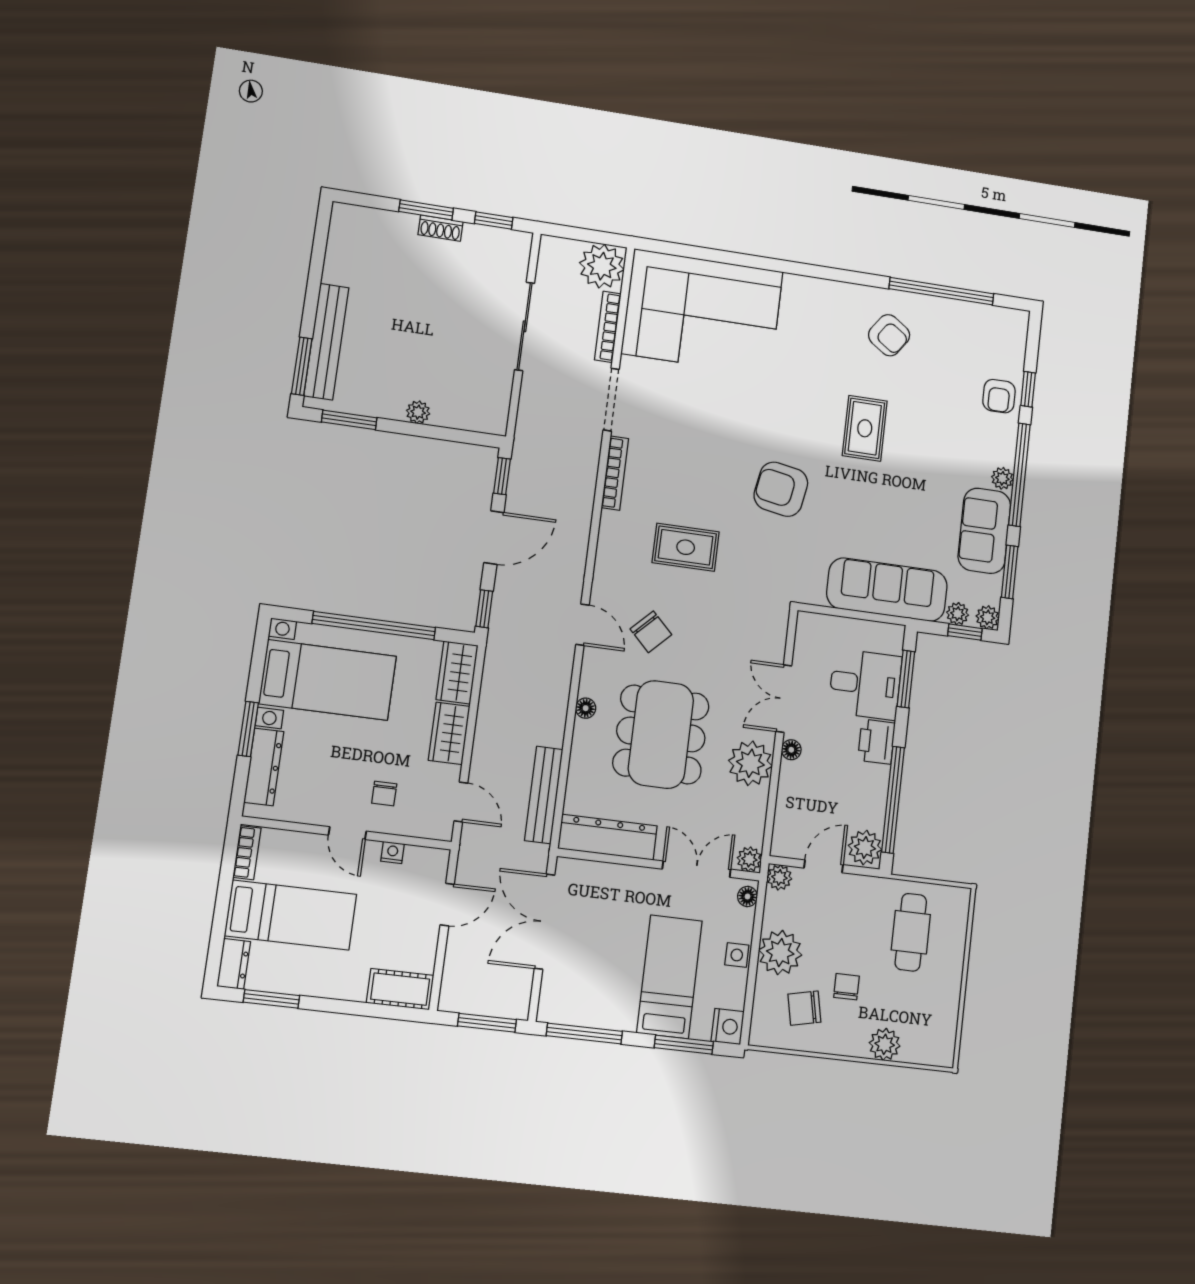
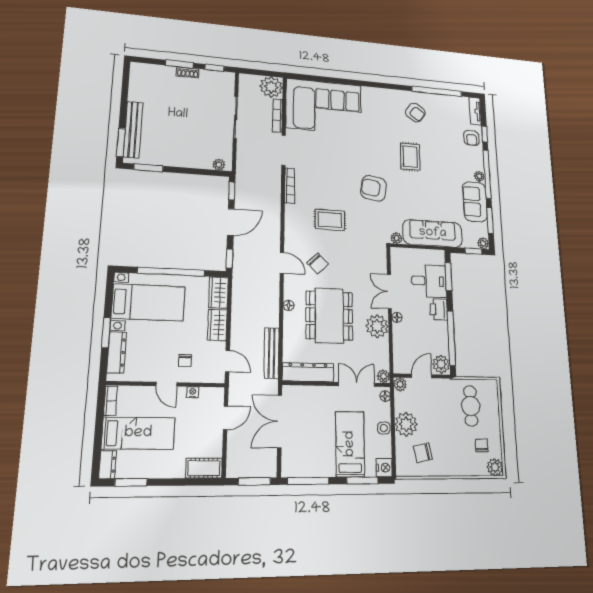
tv unit: (1016, 339) -> (475, 111), added
plant: (418, 412) -> (219, 165), moved
plant: (958, 614) -> (396, 238), moved
chair: (846, 987) -> (482, 445), moved
plant: (885, 1044) -> (495, 467), moved

